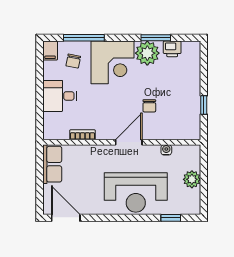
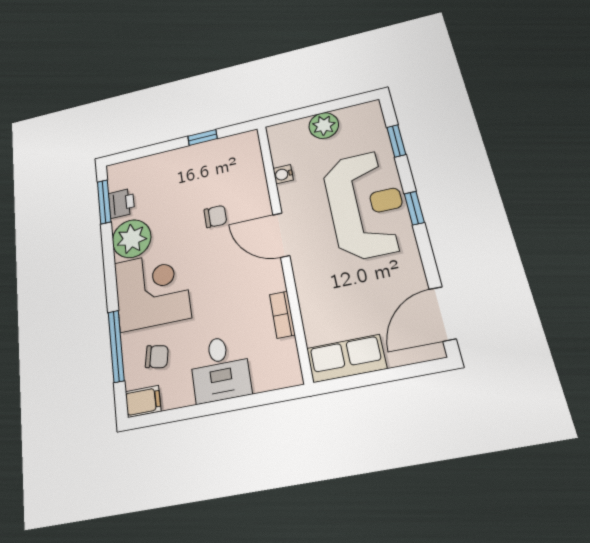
window: (156, 38) -> (104, 202), moved
window: (127, 218) -> (414, 208), added

